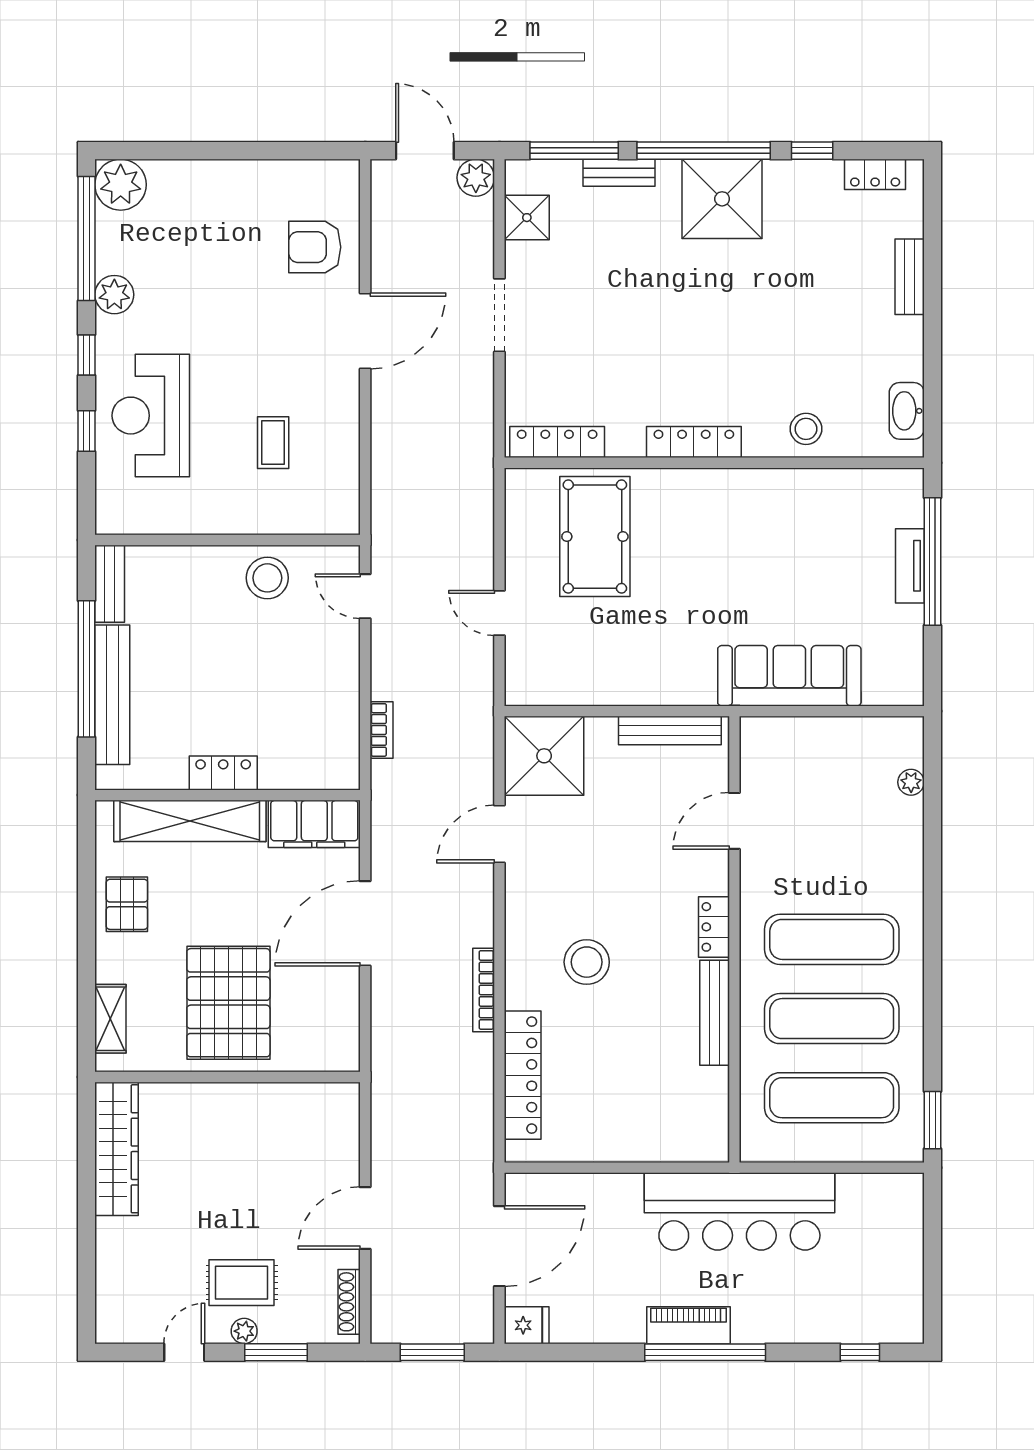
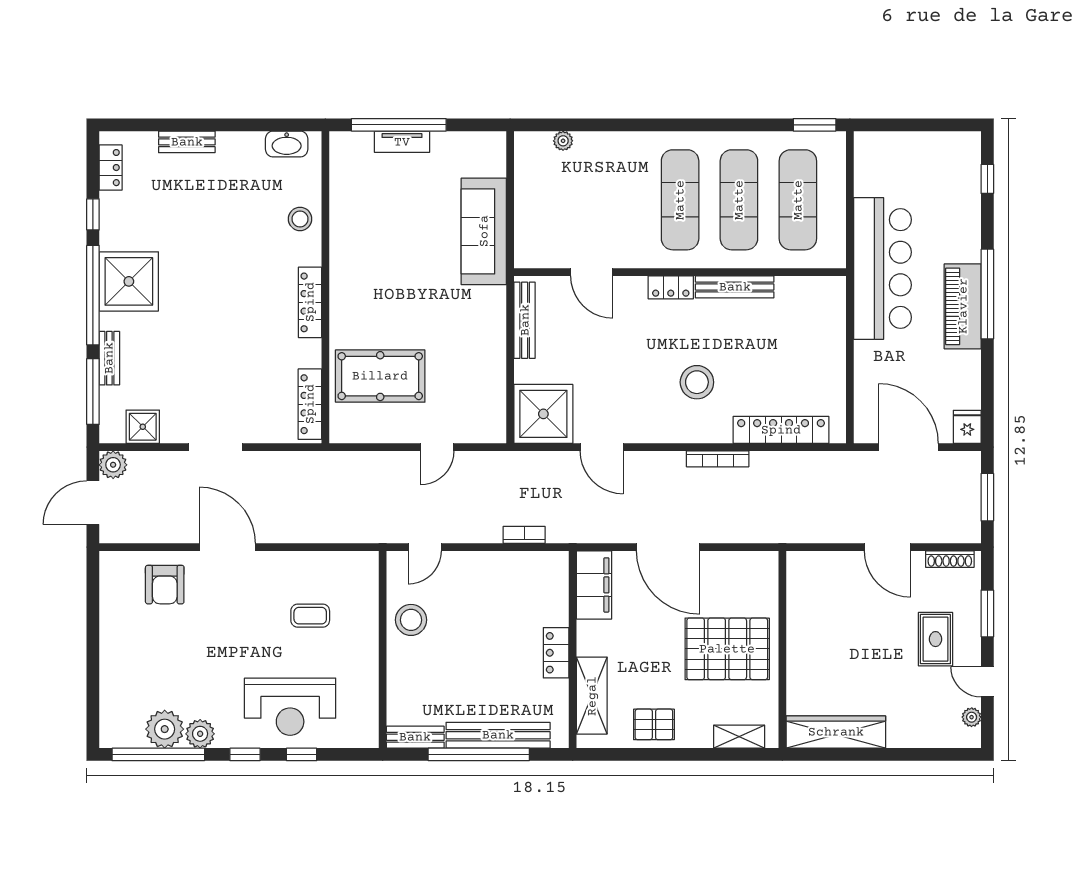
plant: (121, 185) -> (165, 729), moved
shelving: (190, 821) -> (592, 696), width x0.68
piano: (689, 1325) -> (963, 306), width x1.37, depth x1.33
plant: (244, 1331) -> (972, 717), moved

